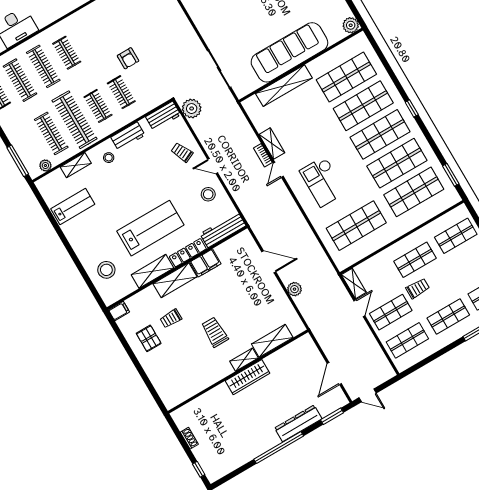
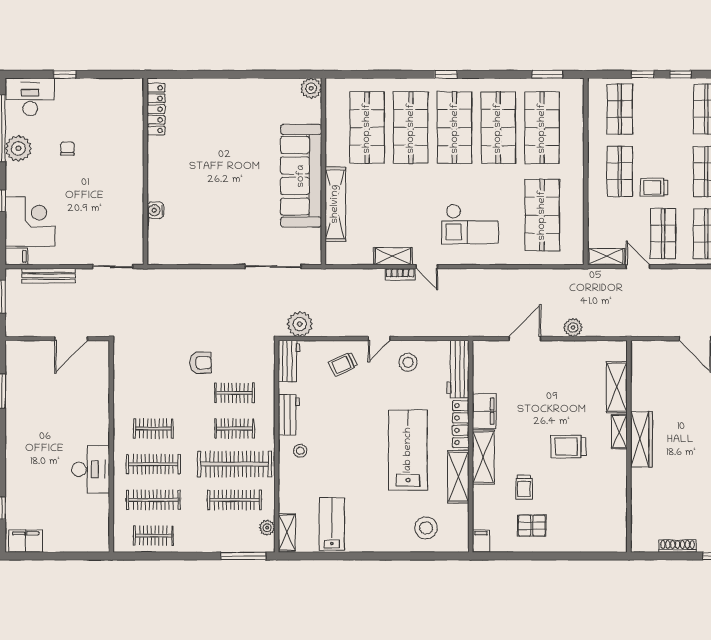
shelving: (76, 165) -> (287, 532), moved
trolley: (418, 288) -> (654, 187), turned -90
shoe rack: (189, 438) -> (678, 546), width x1.43

